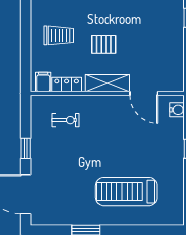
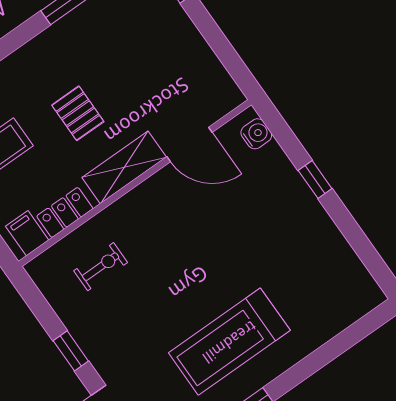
pallet: (104, 44) -> (78, 113), turned 90
treadmill: (126, 192) -> (229, 342), moved

